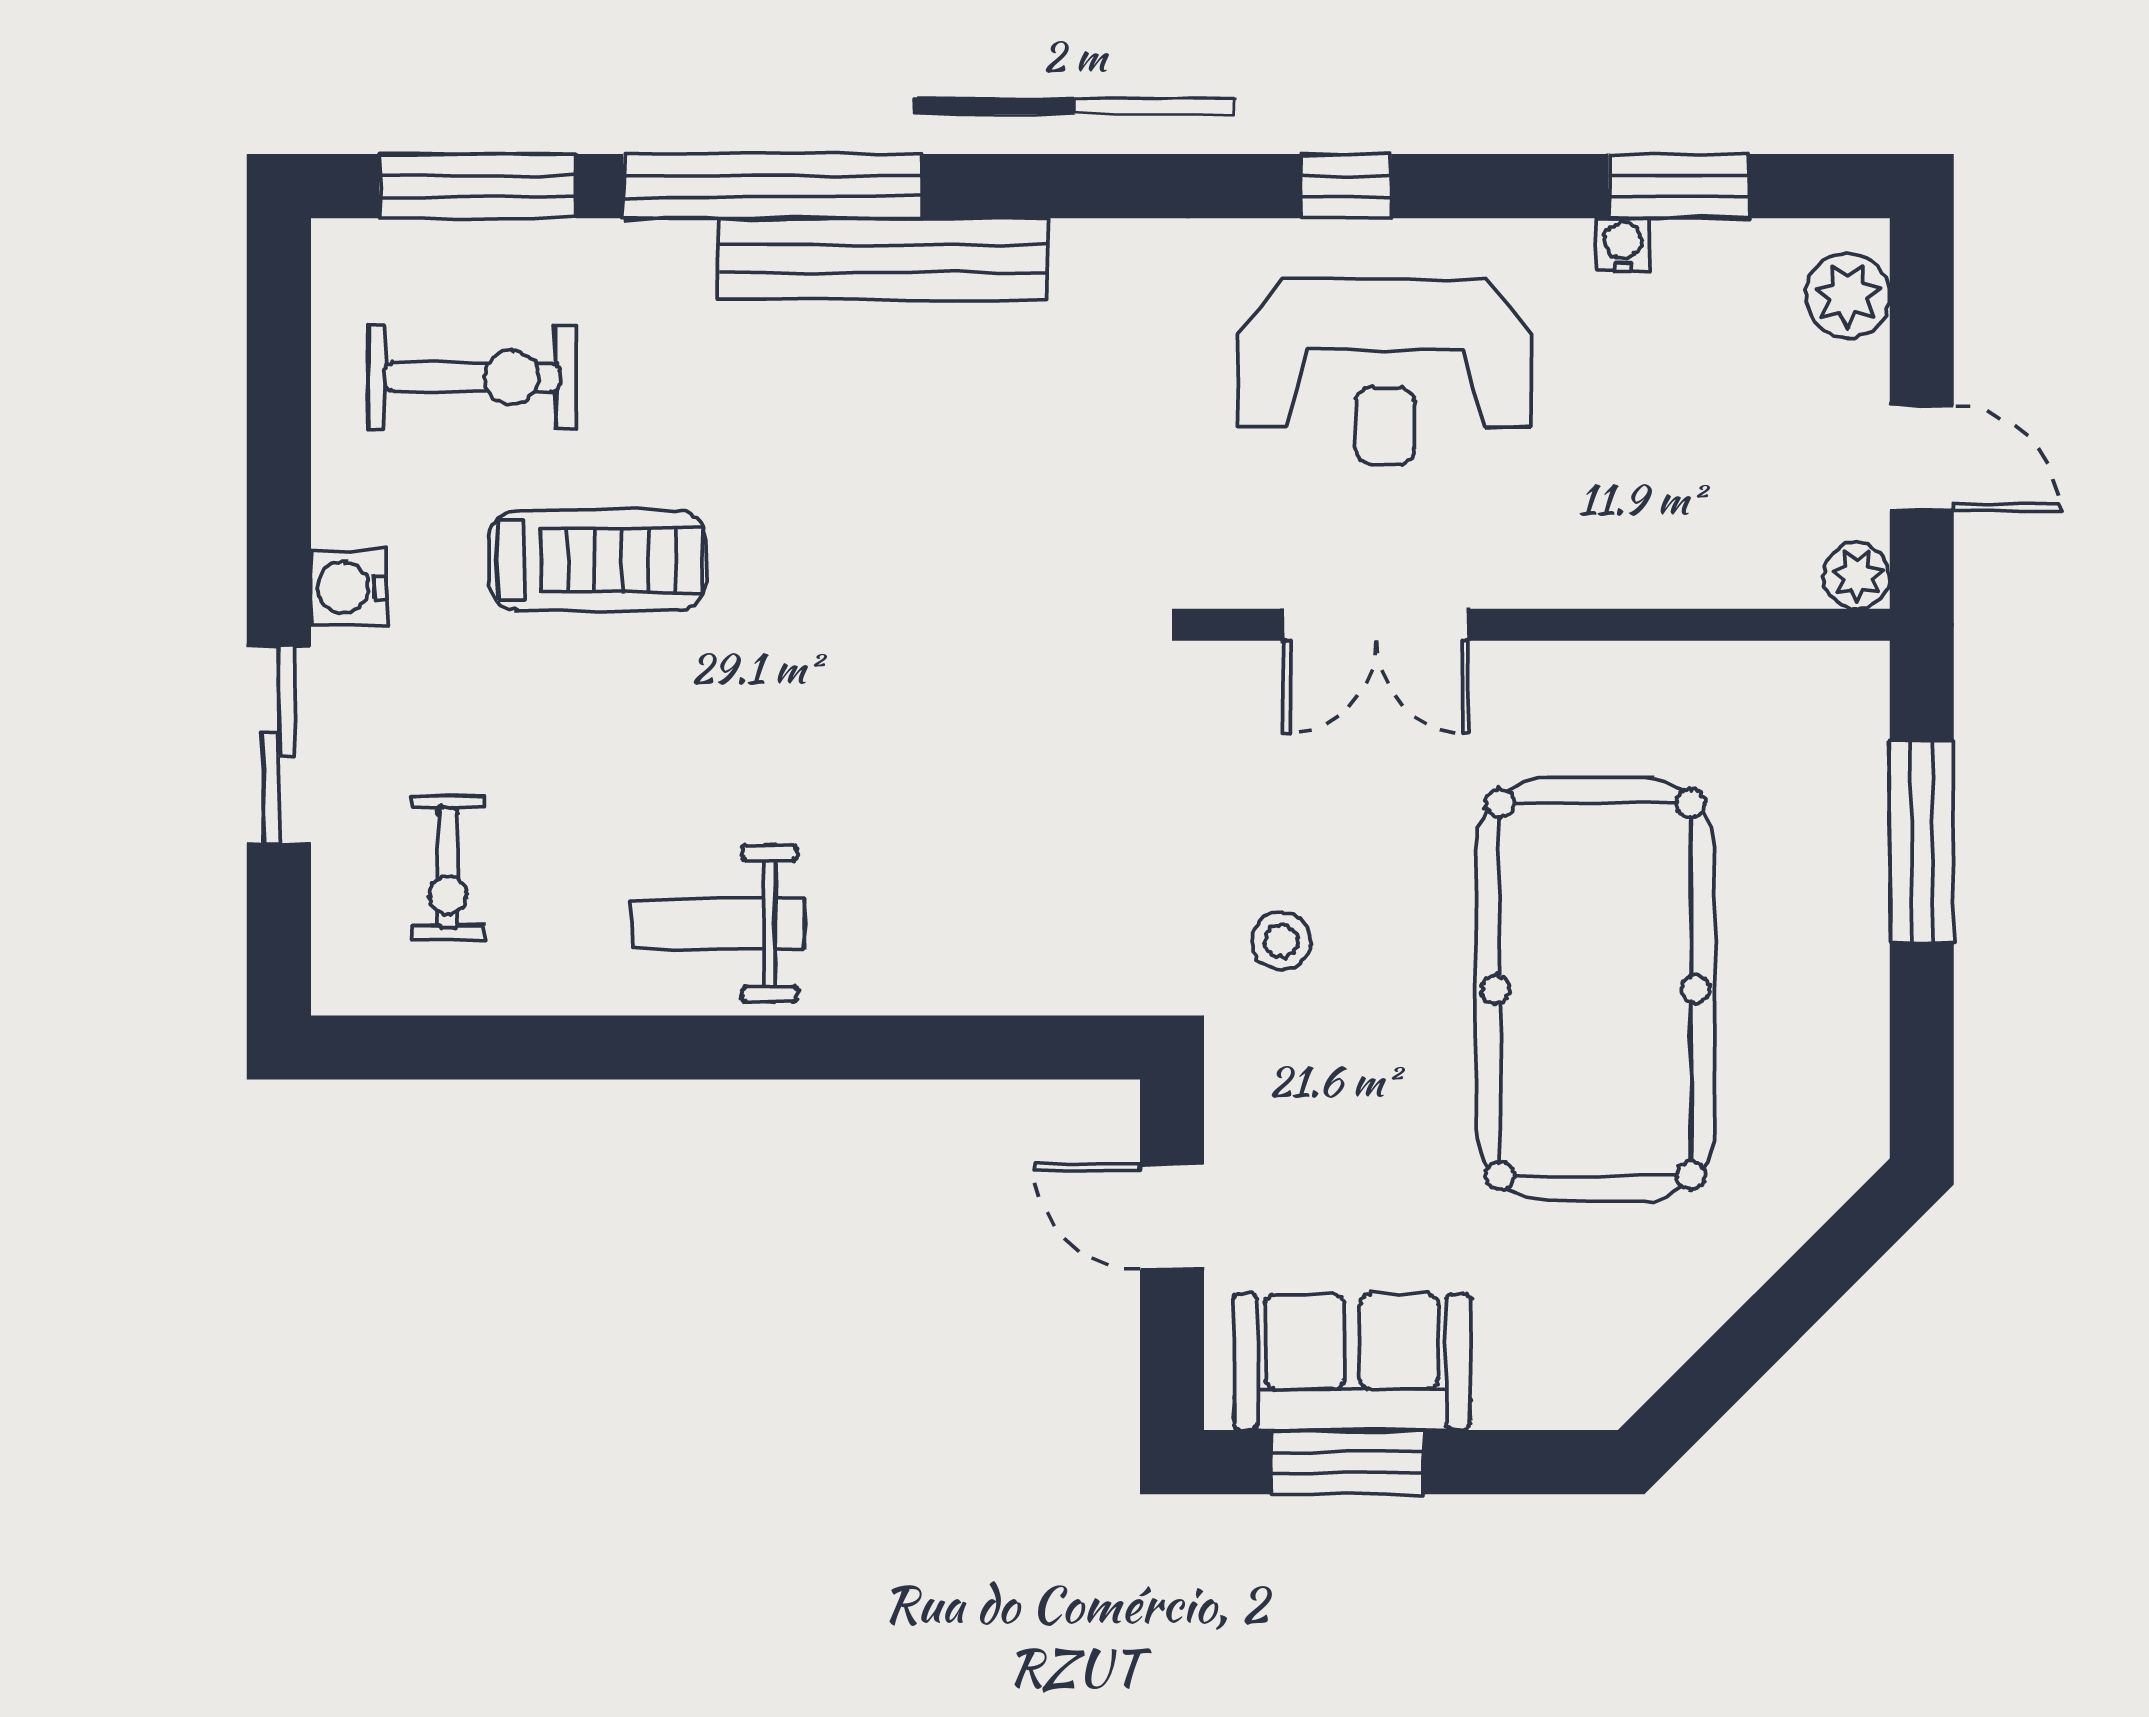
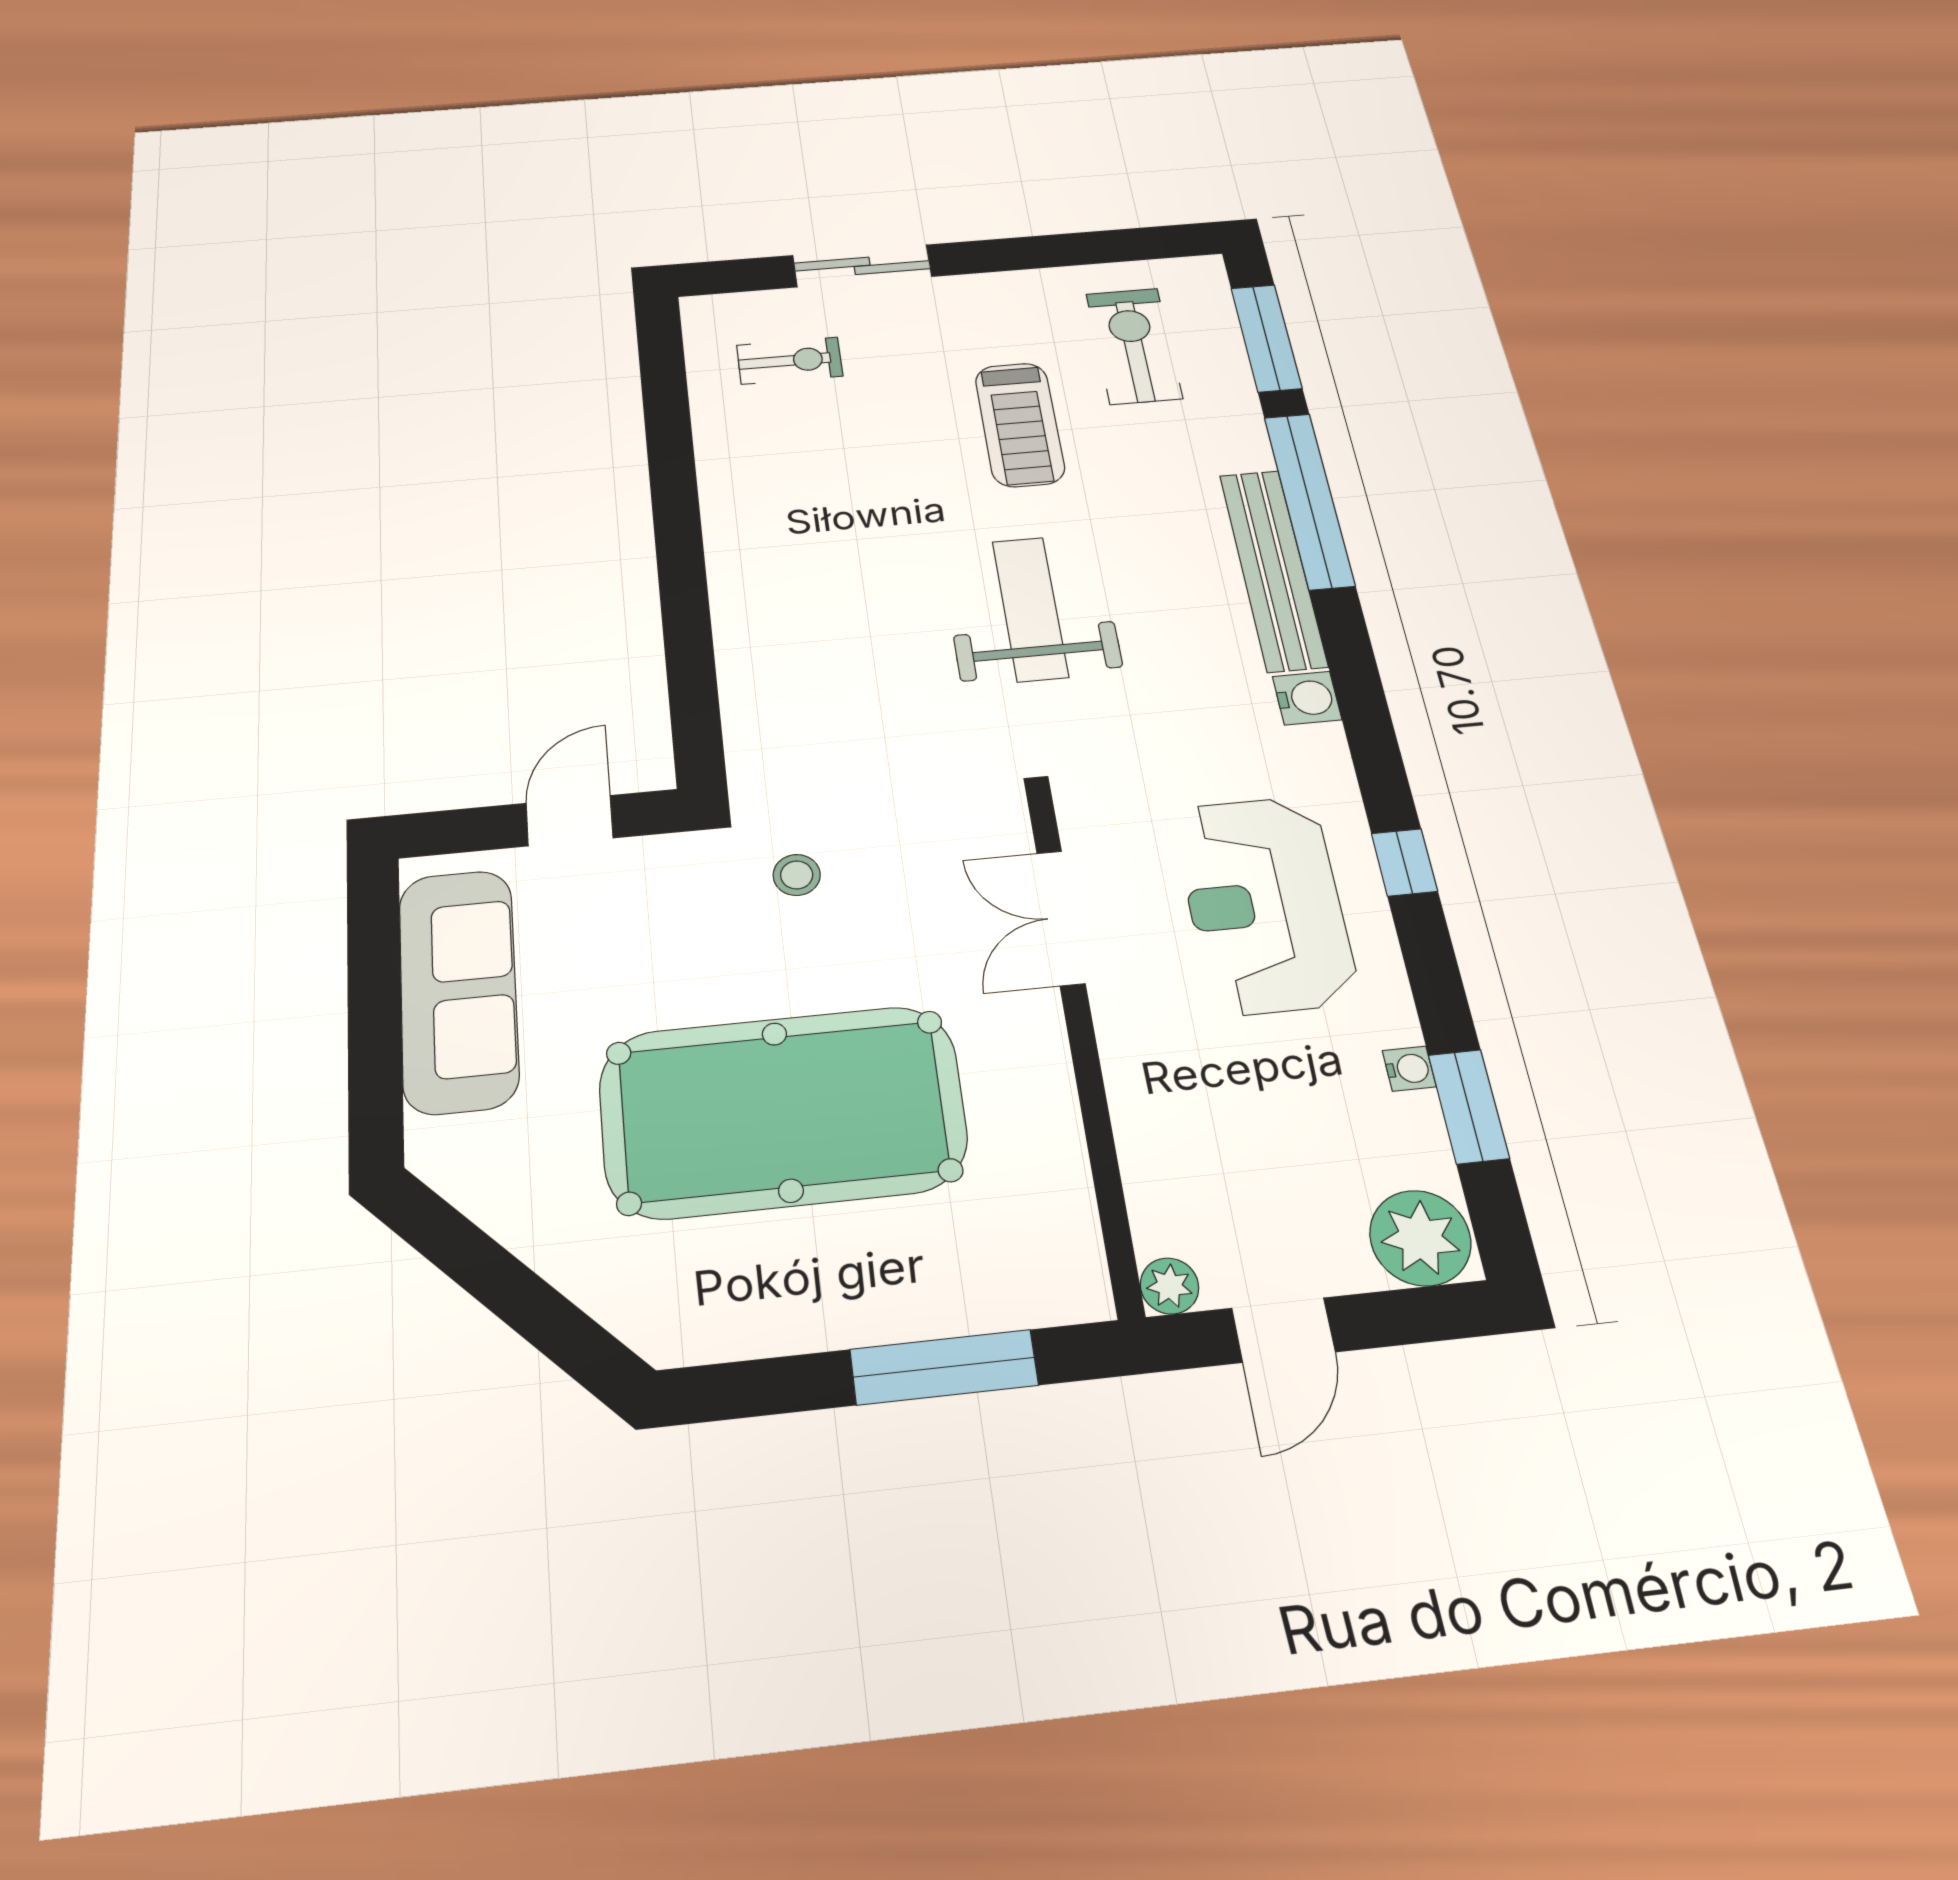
plant: (1848, 296) -> (1420, 1238), width x1.36, depth x1.36
exercise bike: (472, 377) -> (1134, 346), turned 180
water cooler: (349, 587) -> (1307, 698), moved, turned 90
exercise bike: (448, 868) -> (790, 361), turned 180
weight bench: (718, 923) -> (1030, 609), moved, width x1.36, depth x1.33
sofa: (1352, 1362) -> (458, 990), width x1.36
window: (1347, 1462) -> (374, 963), removed

